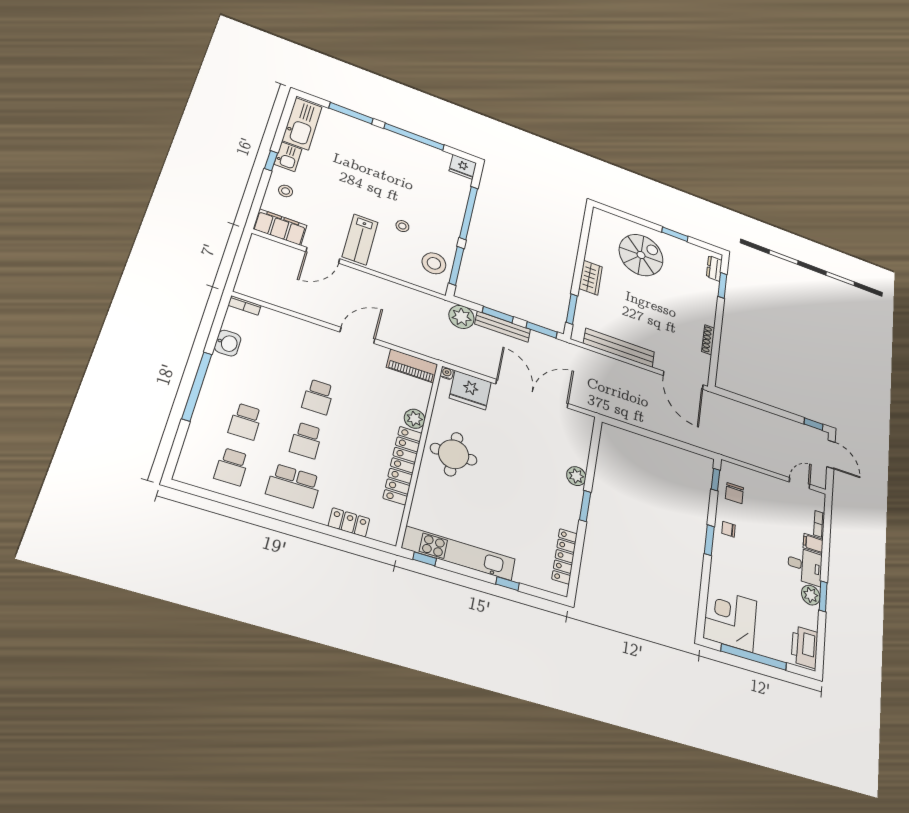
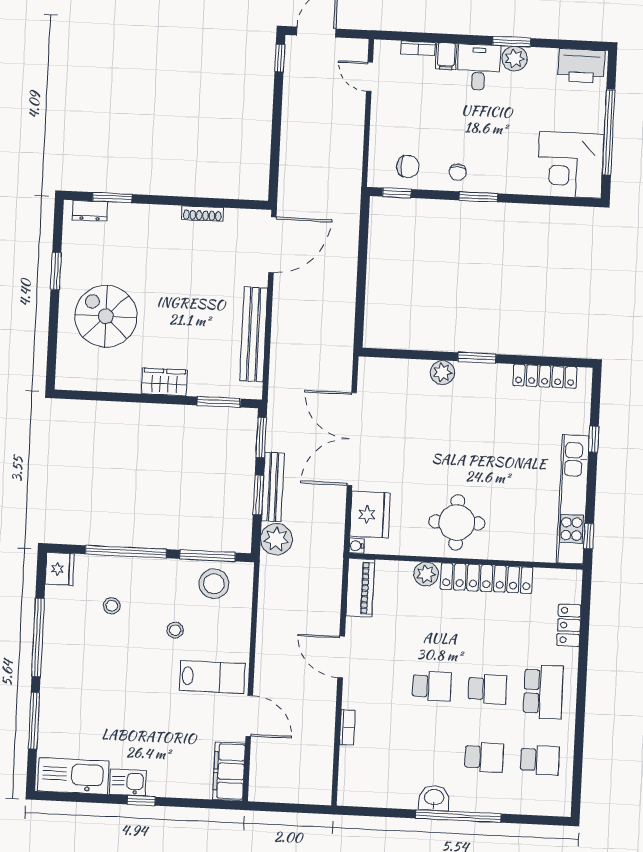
stool: (286, 191) -> (112, 606), moved
bookcase: (245, 305) -> (347, 727), moved
washbasin: (228, 343) -> (434, 798), moved

